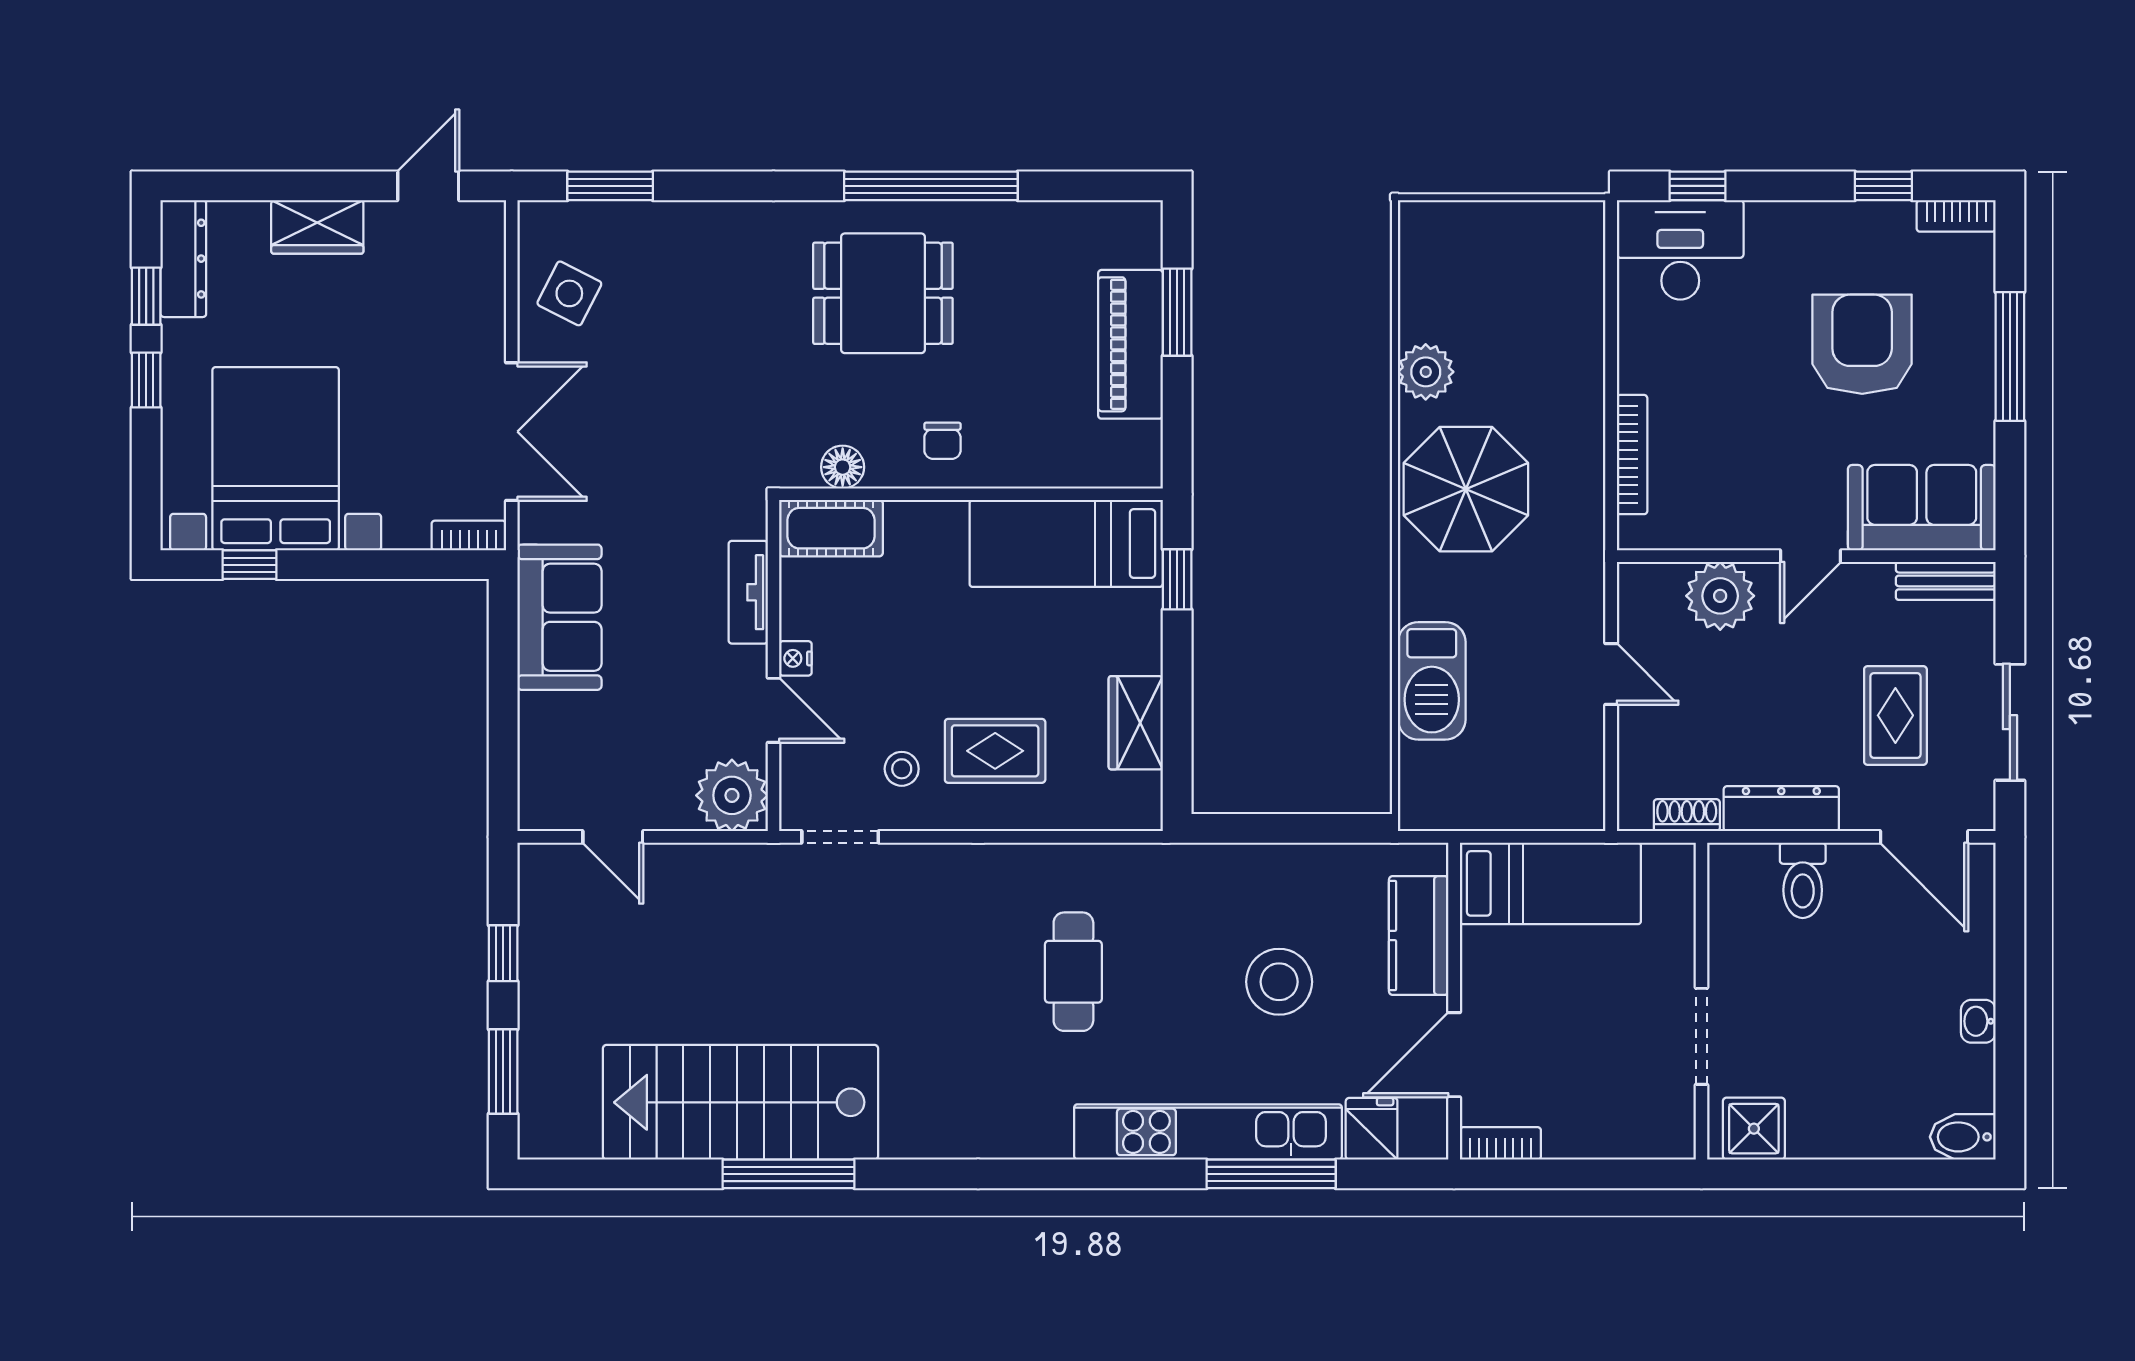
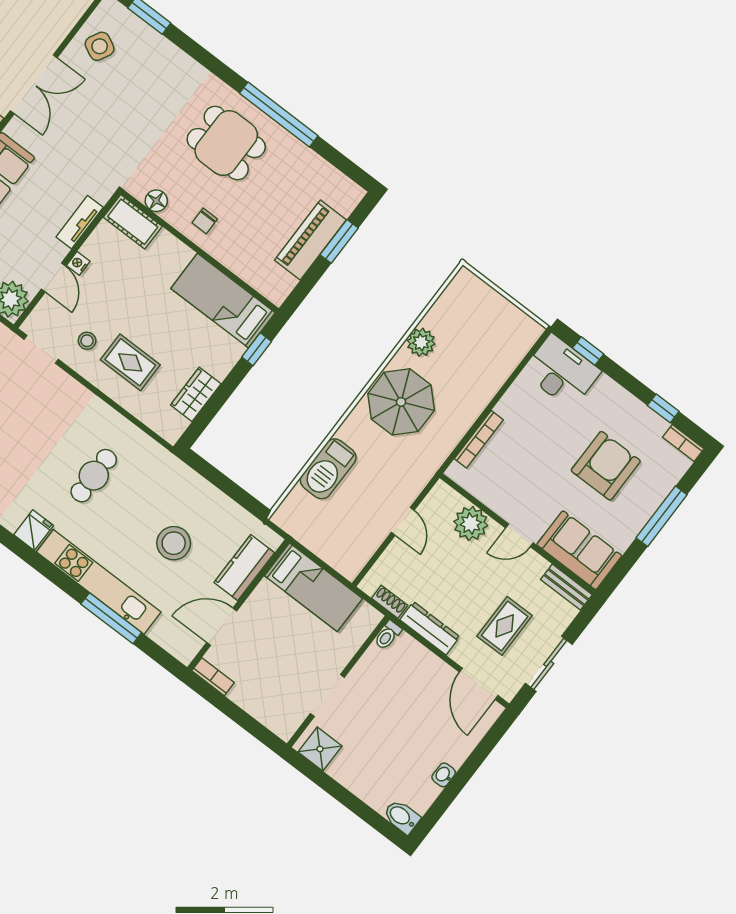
toilet: (1803, 880) -> (388, 635), moved, width x0.73, depth x0.72
fridge: (1372, 1129) -> (34, 530), moved

